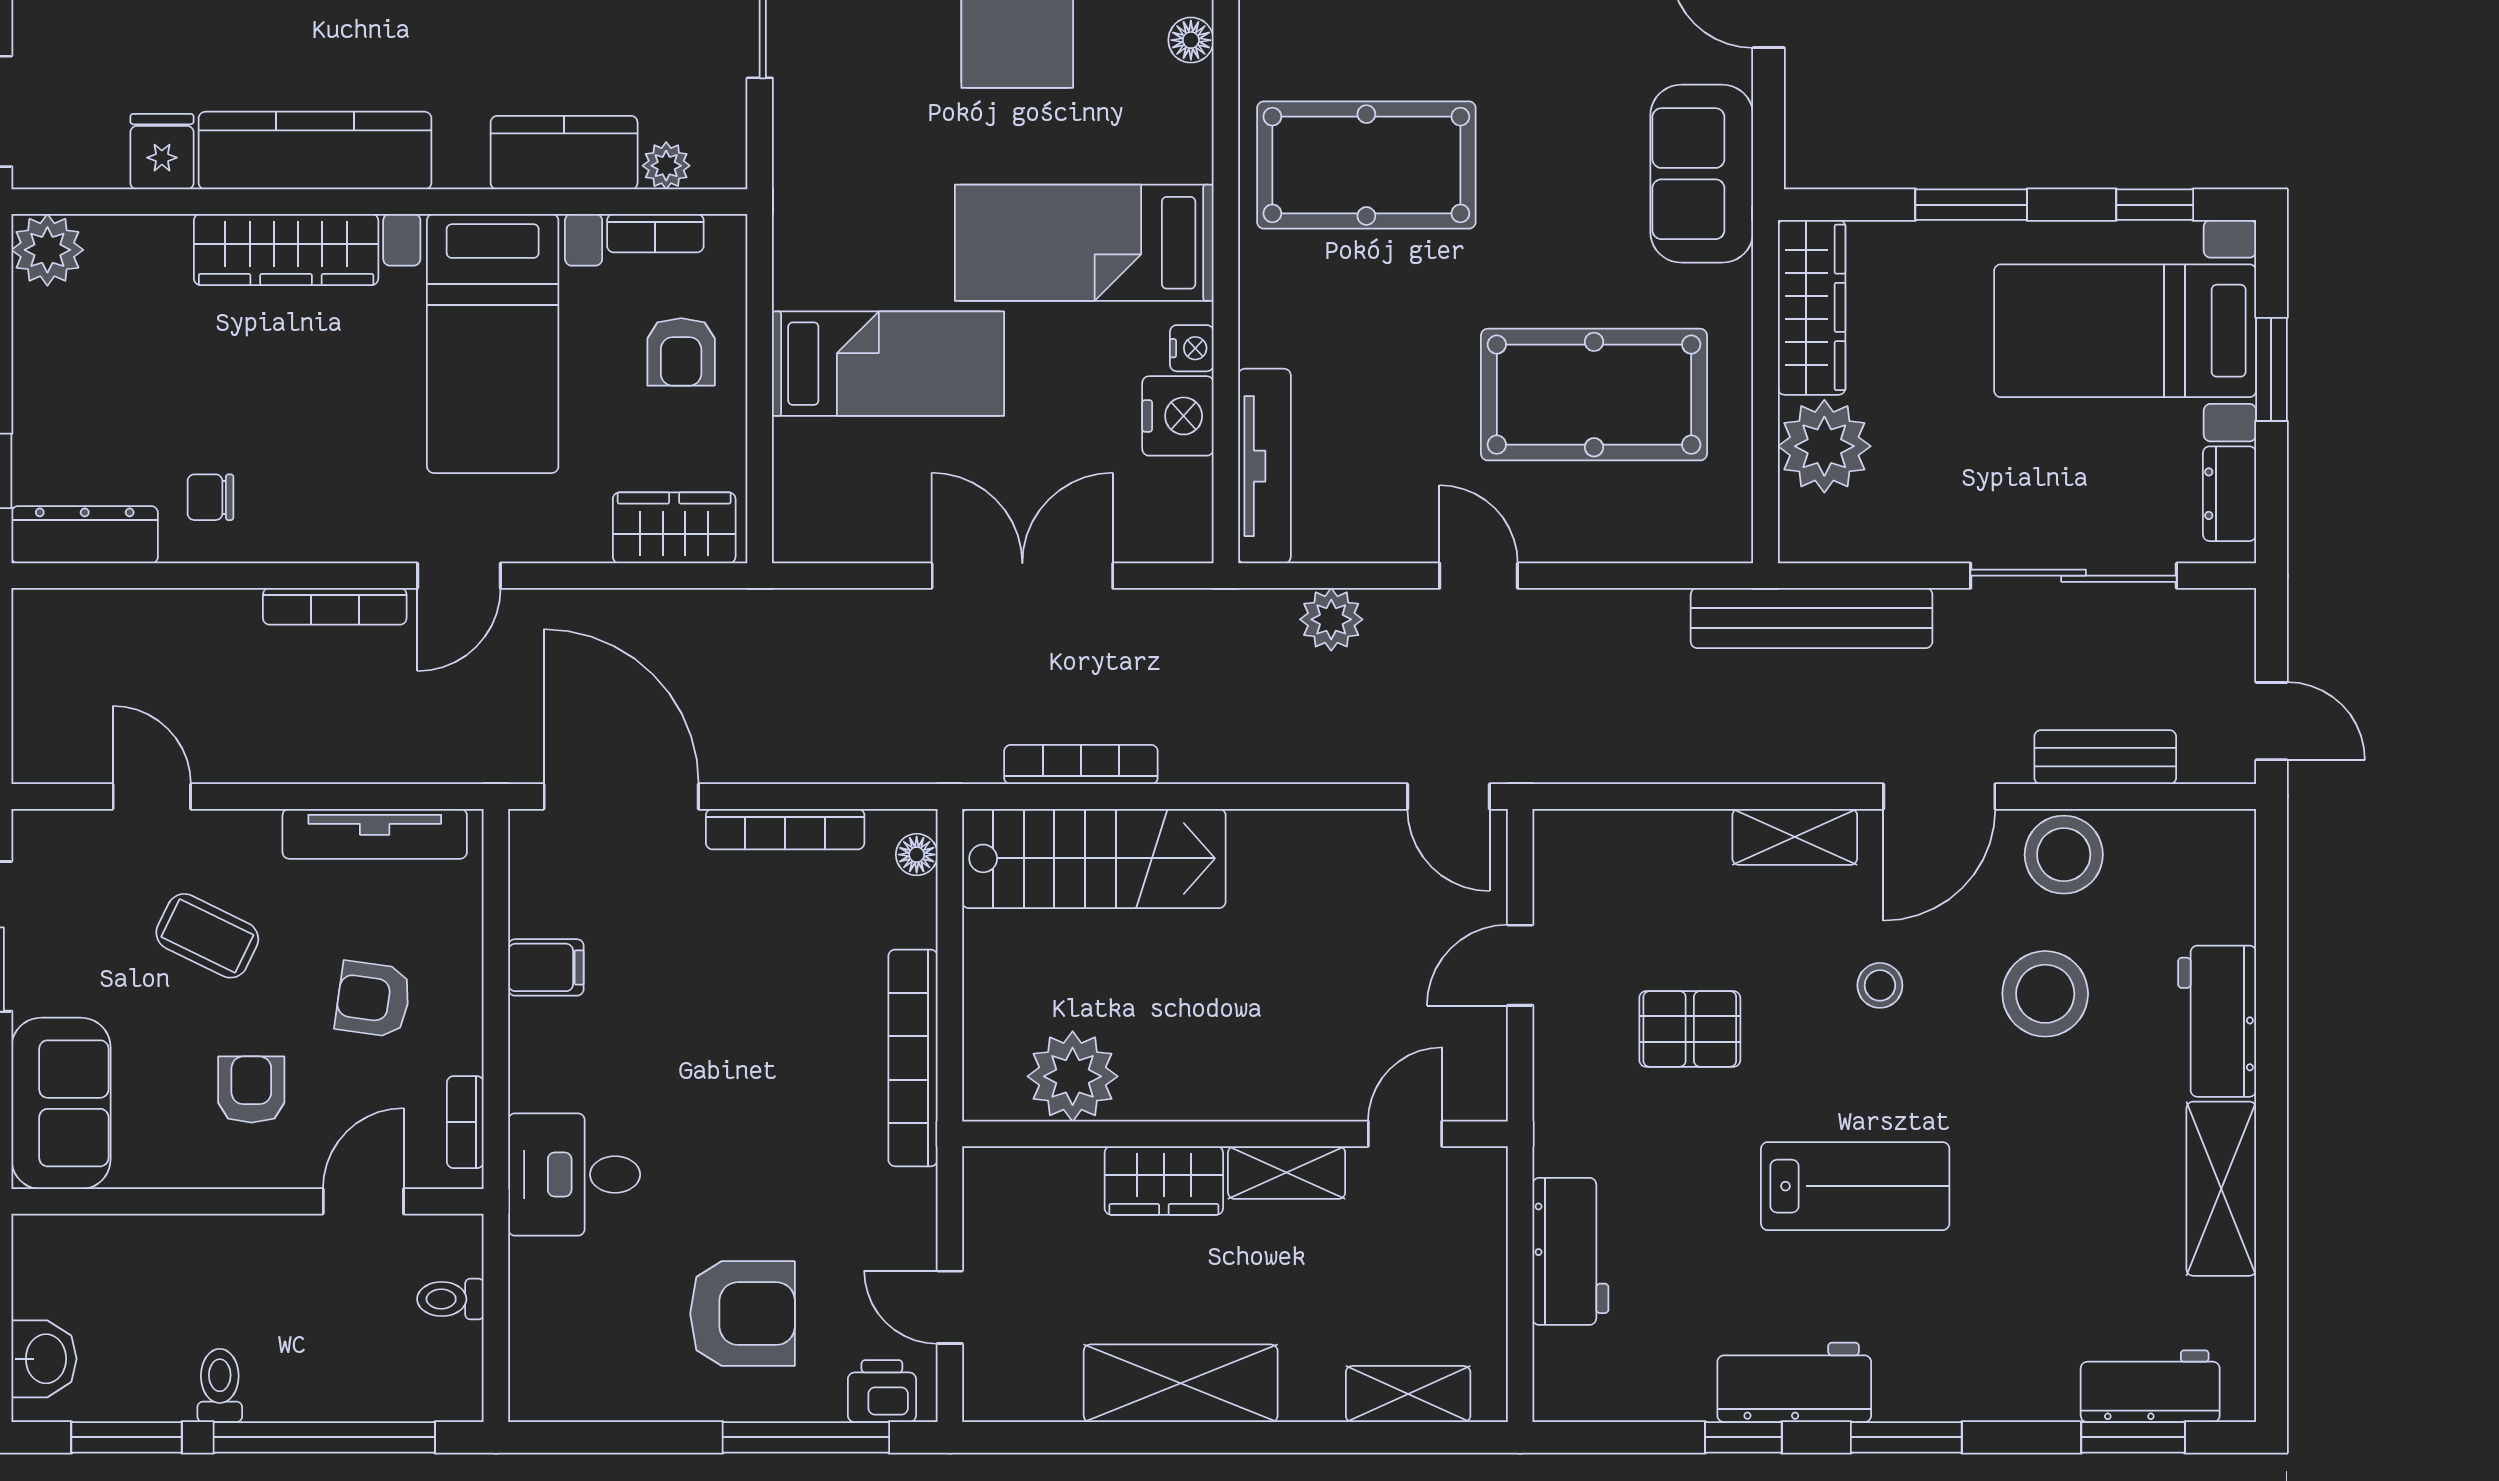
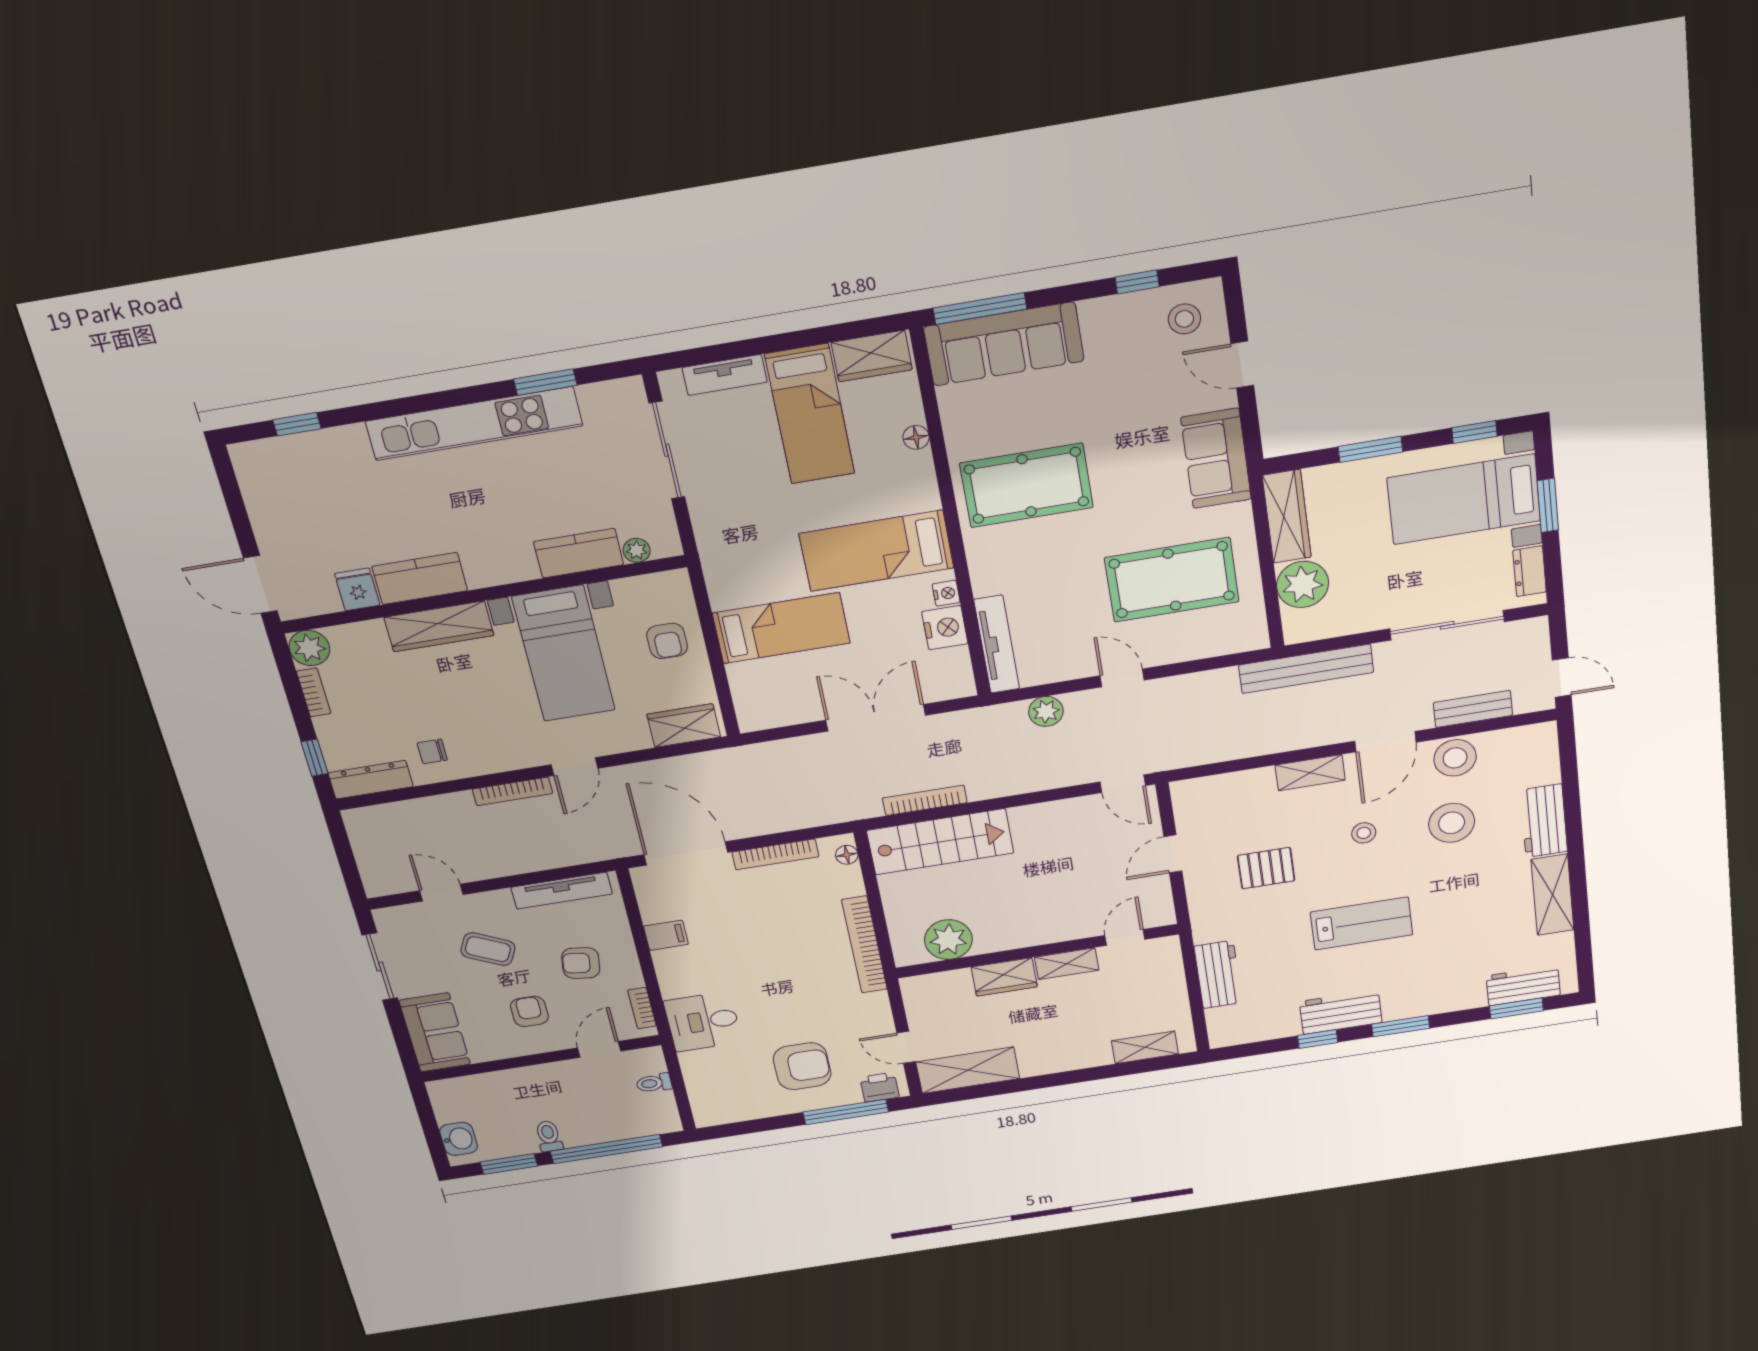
kitchen counter: (315, 151) -> (420, 578), width x0.67
bookcase: (655, 233) -> (314, 692), moved, turned -90
shelving: (1181, 1383) -> (968, 1070), moved

